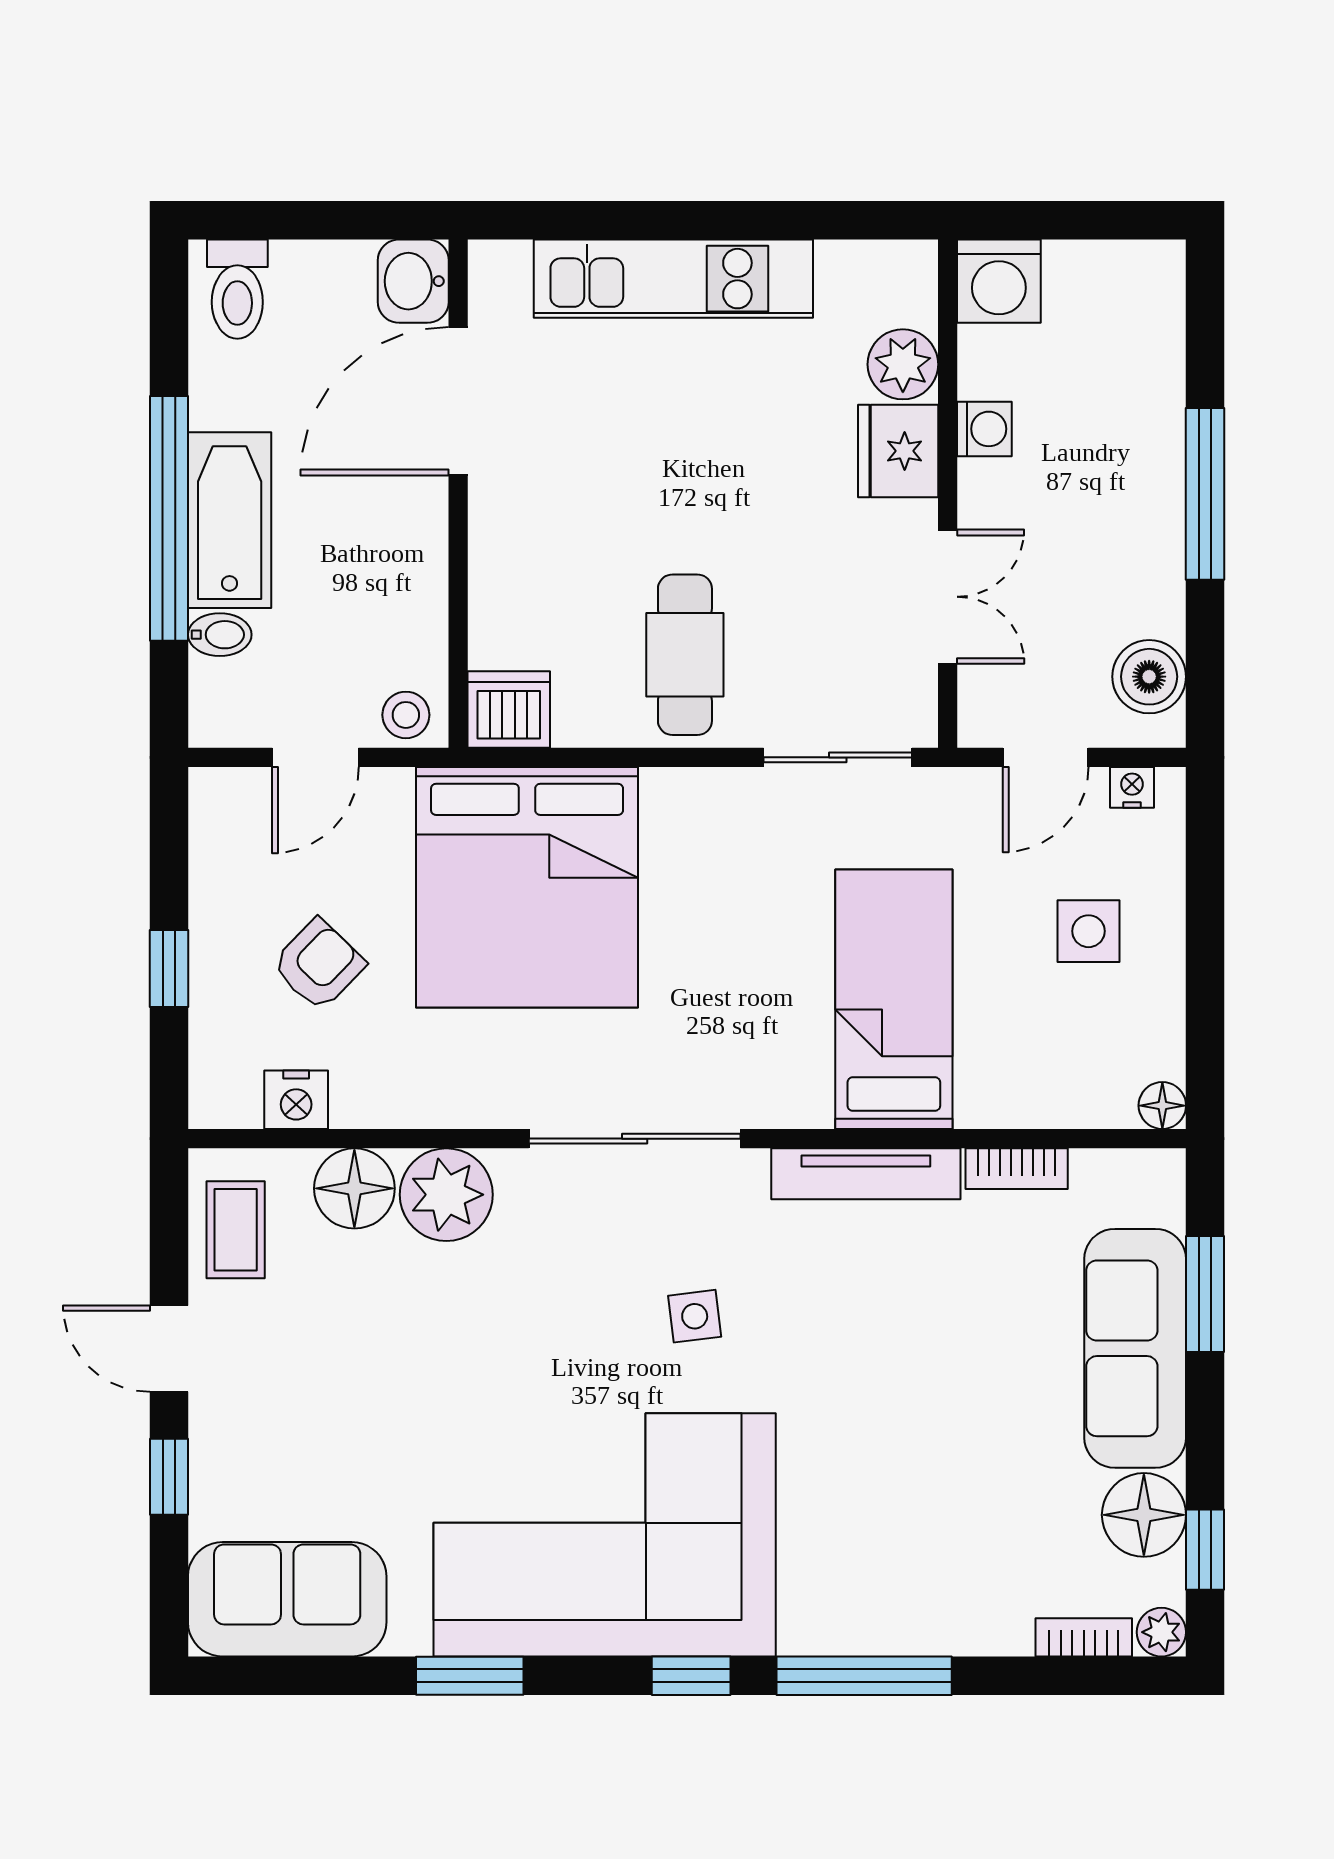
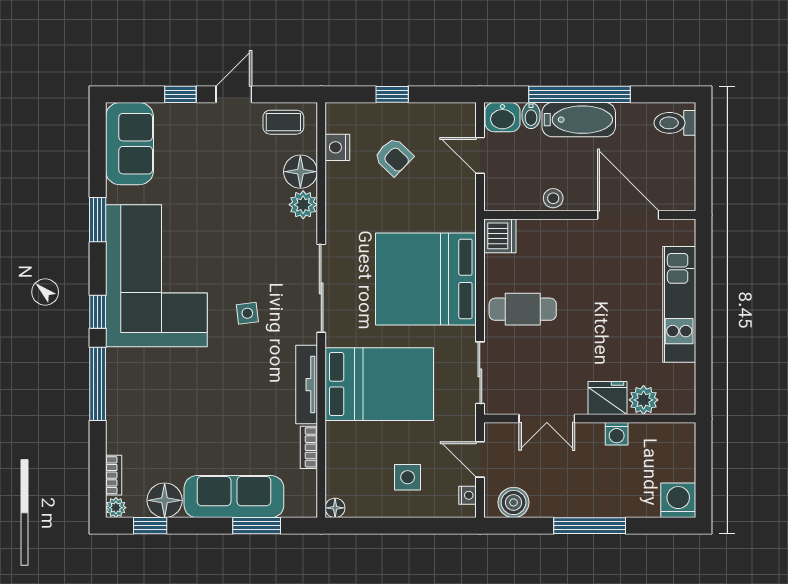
washbasin: (413, 281) -> (503, 117), moved, turned 180
washing machine: (999, 281) -> (678, 500), moved, turned 90
stool: (406, 715) -> (553, 198), moved
bed: (527, 887) -> (426, 279), moved
bed: (894, 999) -> (379, 384), width x1.50
plant: (446, 1195) -> (303, 205), width x0.73, depth x0.73

